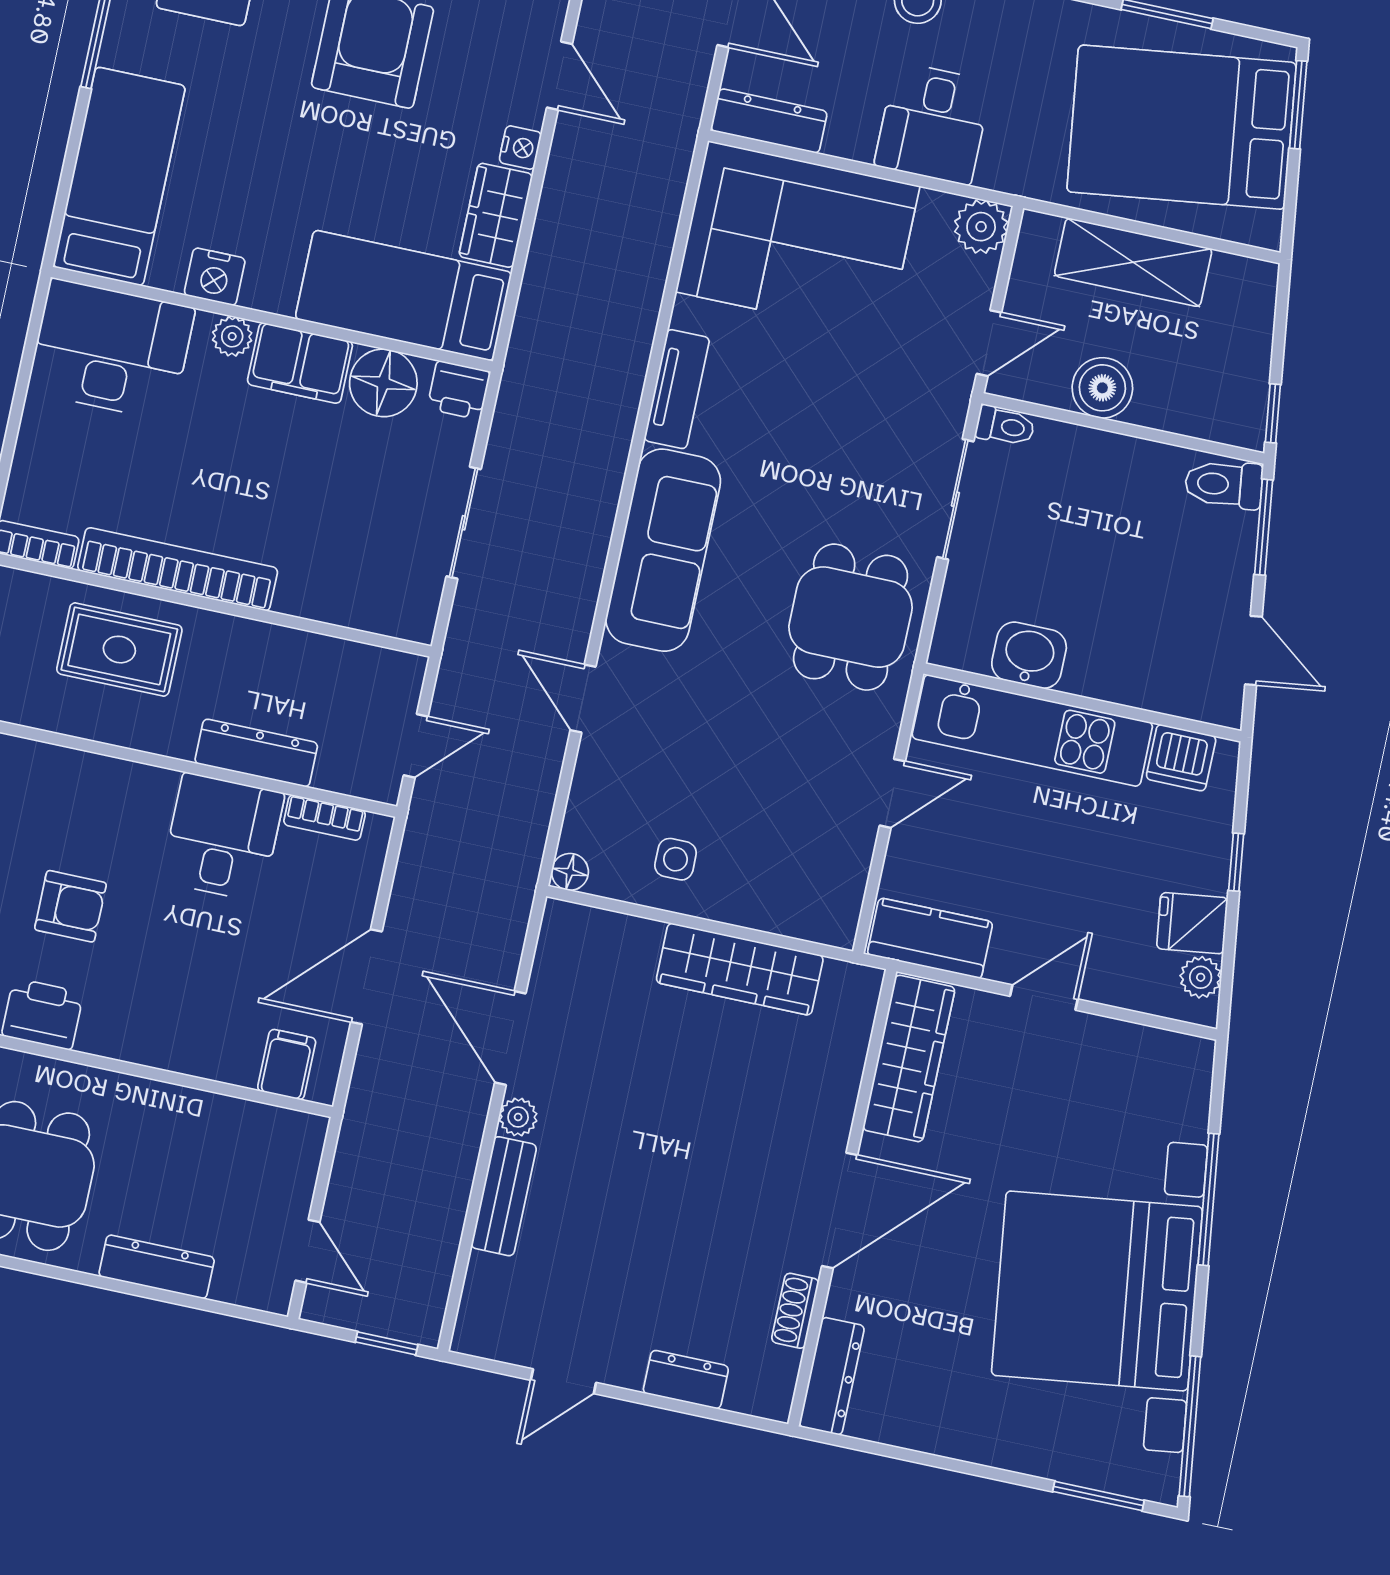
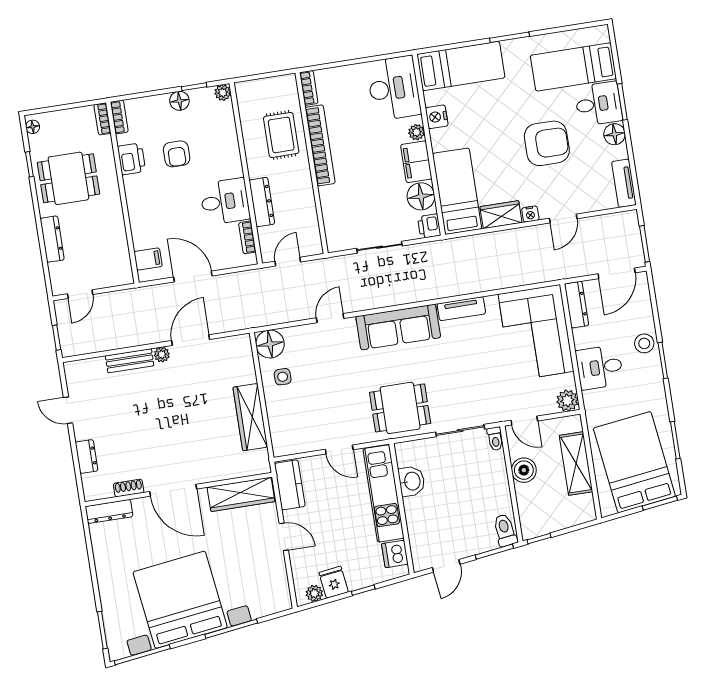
door: (416, 746) -> (288, 262), swing flipped
floor lamp: (570, 872) -> (270, 344), width x1.89, depth x1.89

